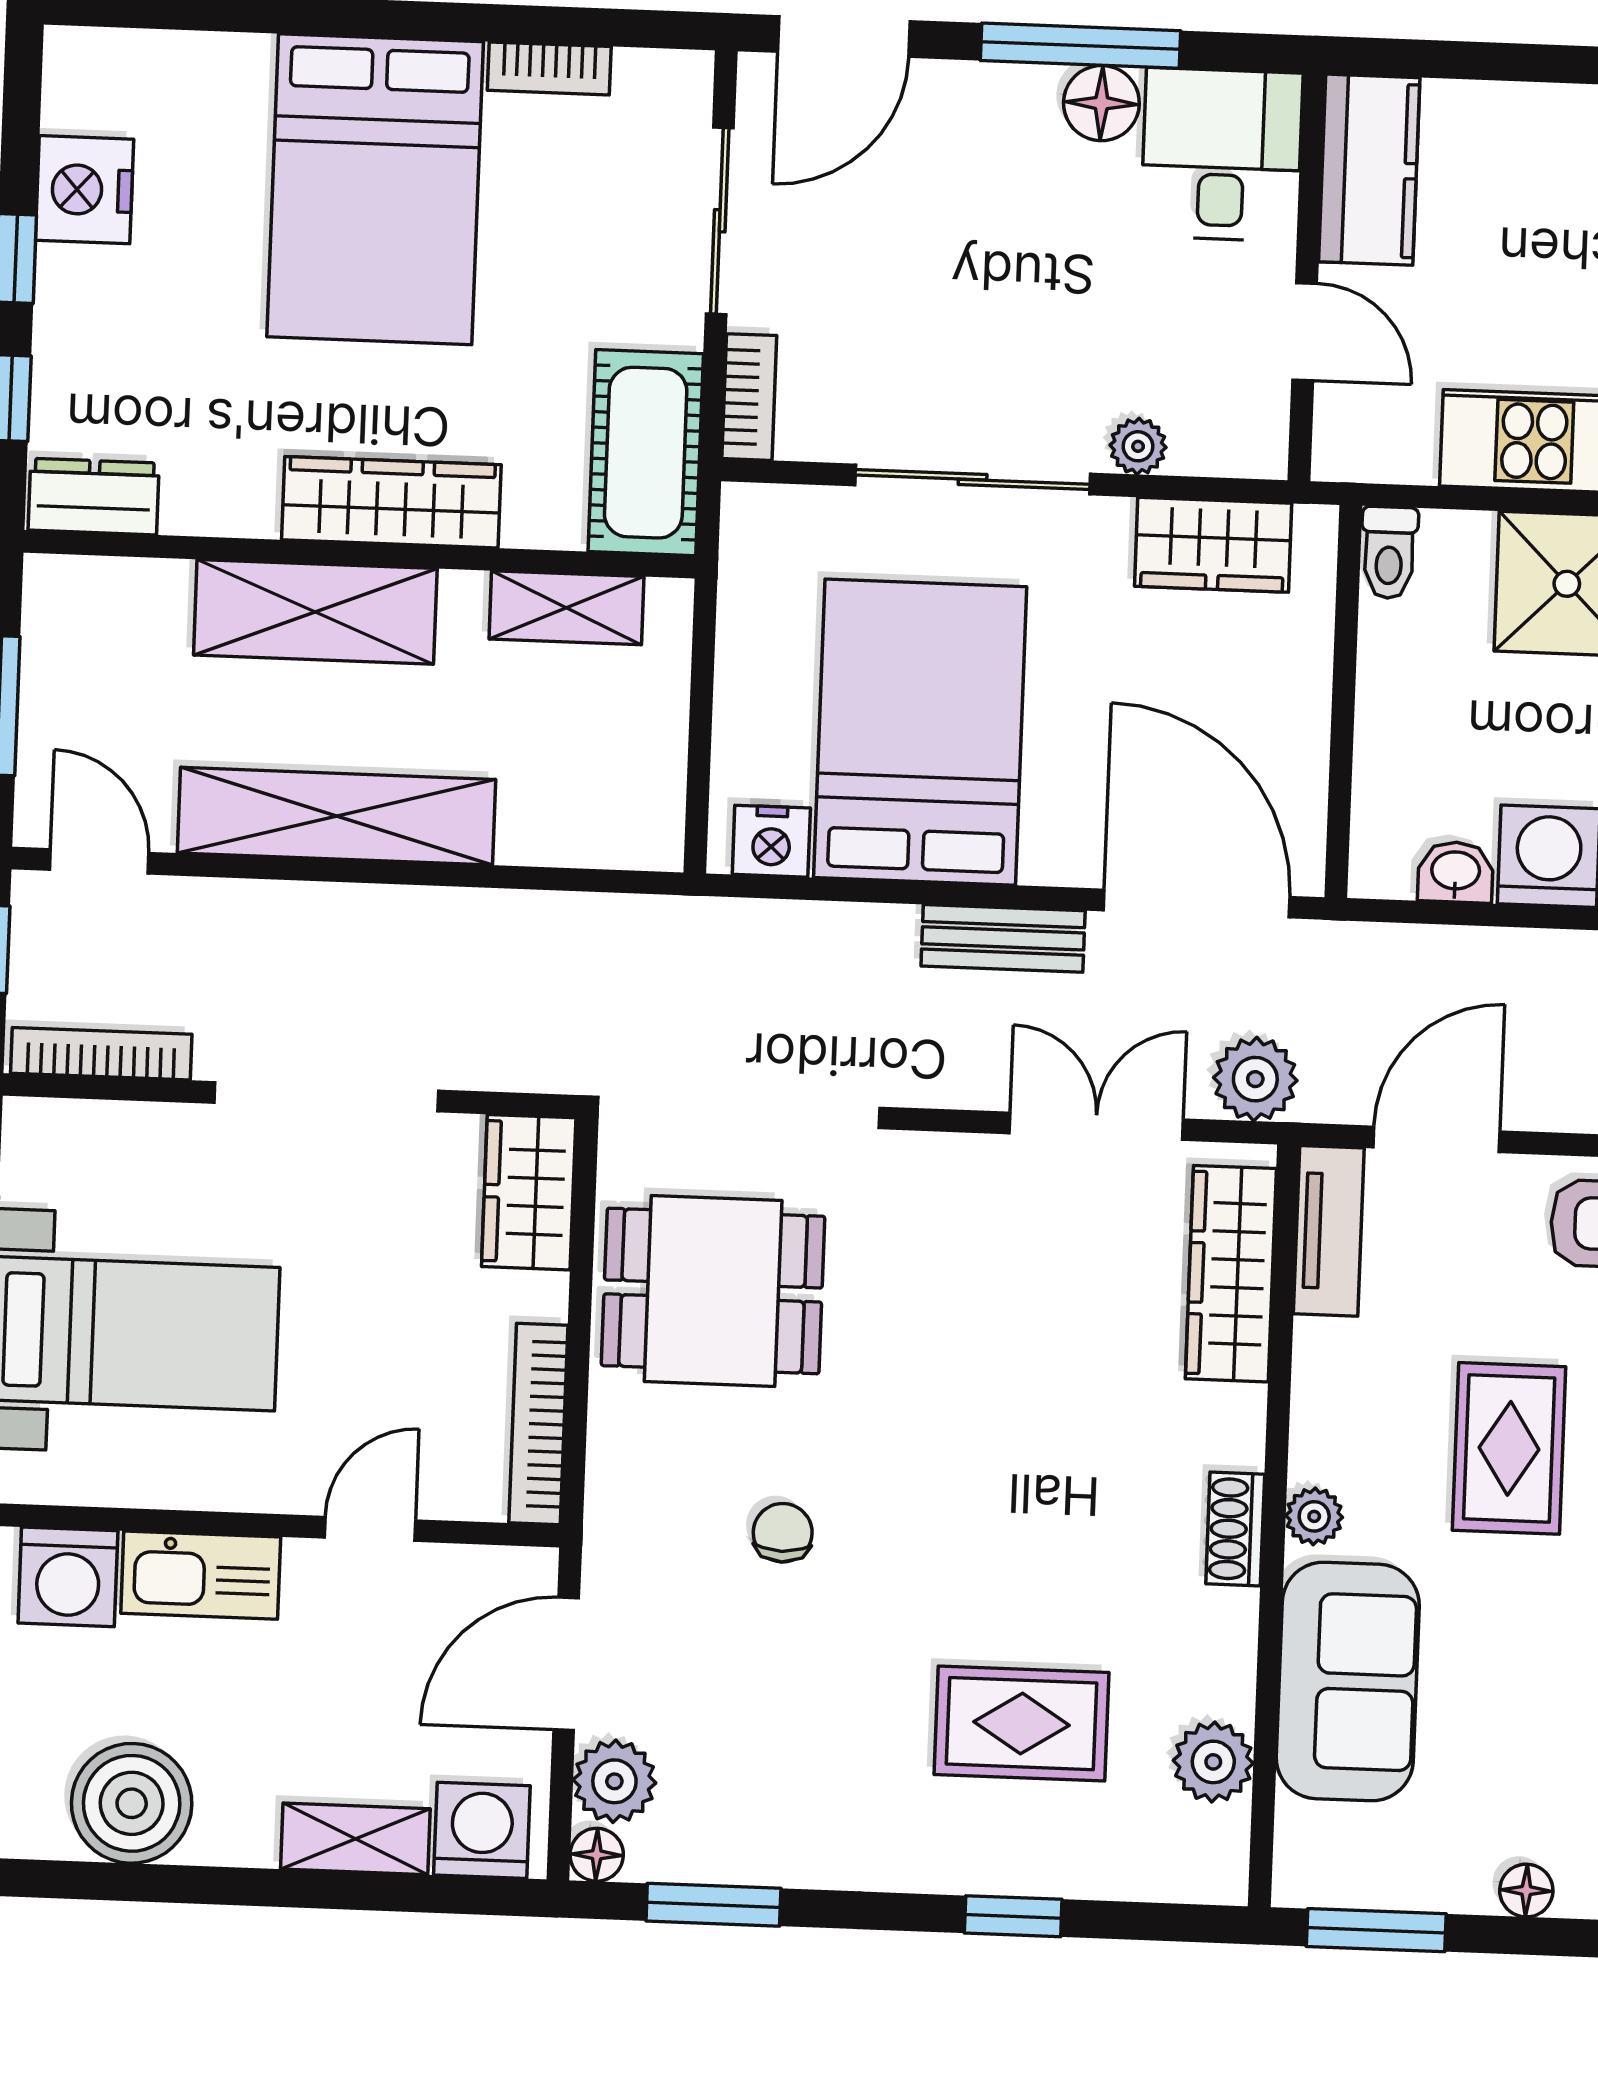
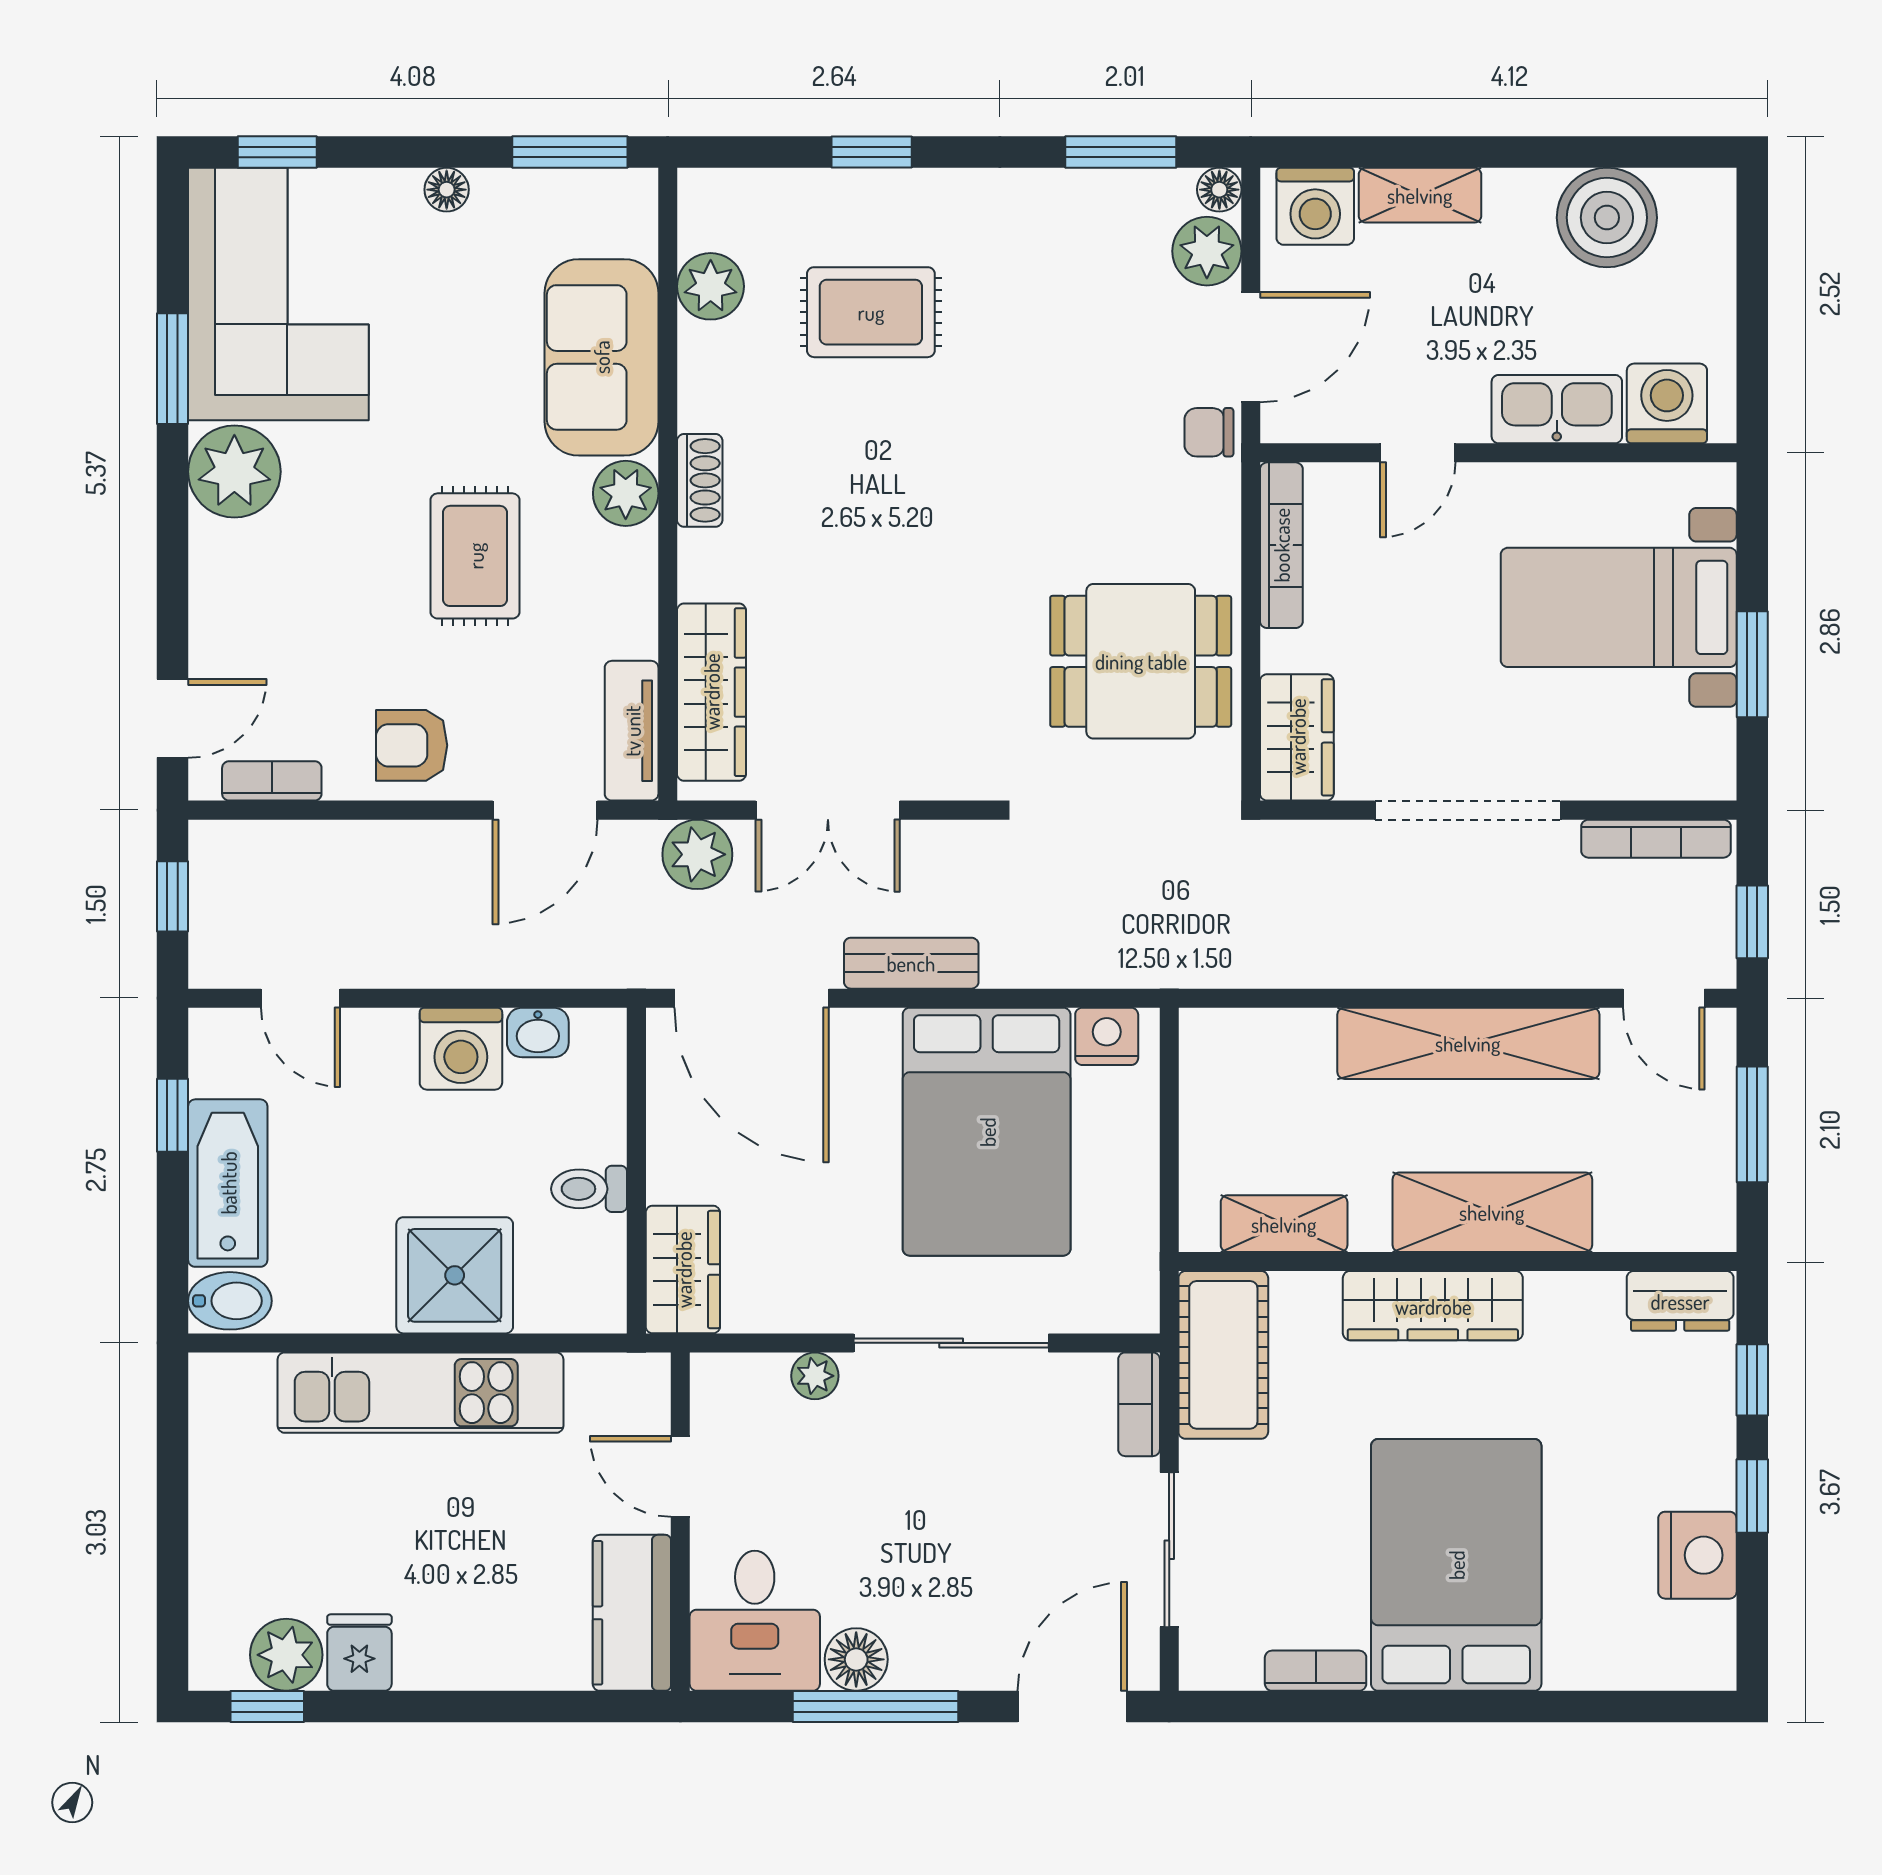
wardrobe: (1213, 545) -> (683, 1270), moved, turned 90
toilet: (1389, 553) -> (589, 1189), moved, turned -90
plant: (1314, 1516) -> (626, 493), width x1.38, depth x1.38
chair: (783, 1533) -> (1209, 432), moved, turned 90

